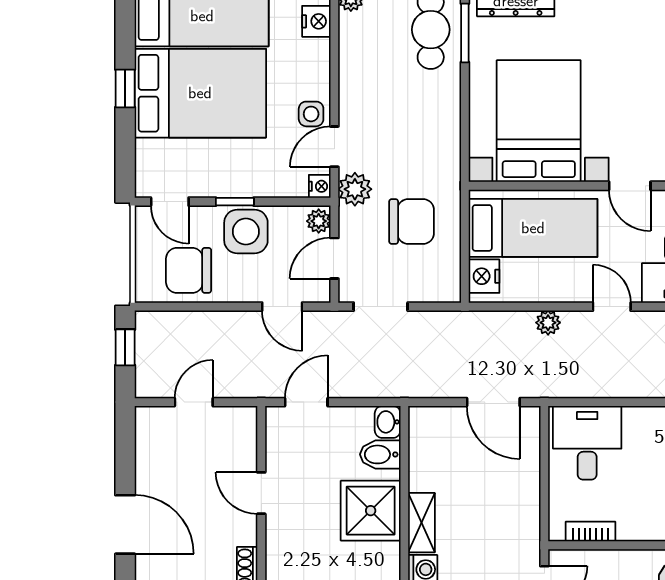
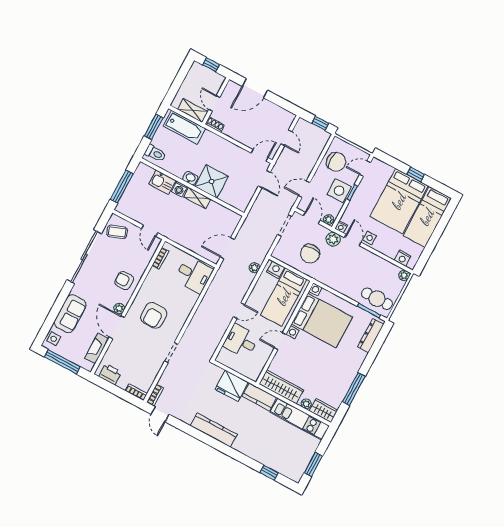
chair: (189, 270) -> (336, 162), turned 90
plant: (548, 323) -> (254, 268), moved
washbasin: (388, 422) -> (190, 178), moved
bidet: (380, 454) -> (230, 196), removed
door: (261, 493) -> (260, 155), moved

